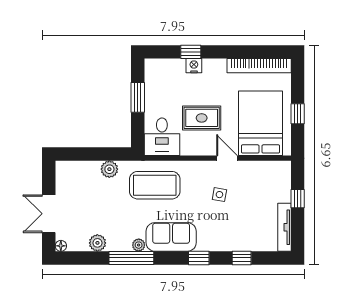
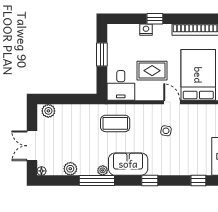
window: (191, 52) -> (155, 19), moved
plant: (109, 169) -> (48, 111), moved
coffee table: (155, 185) -> (115, 123), width x0.73, depth x0.76
window: (242, 258) -> (198, 181), moved

